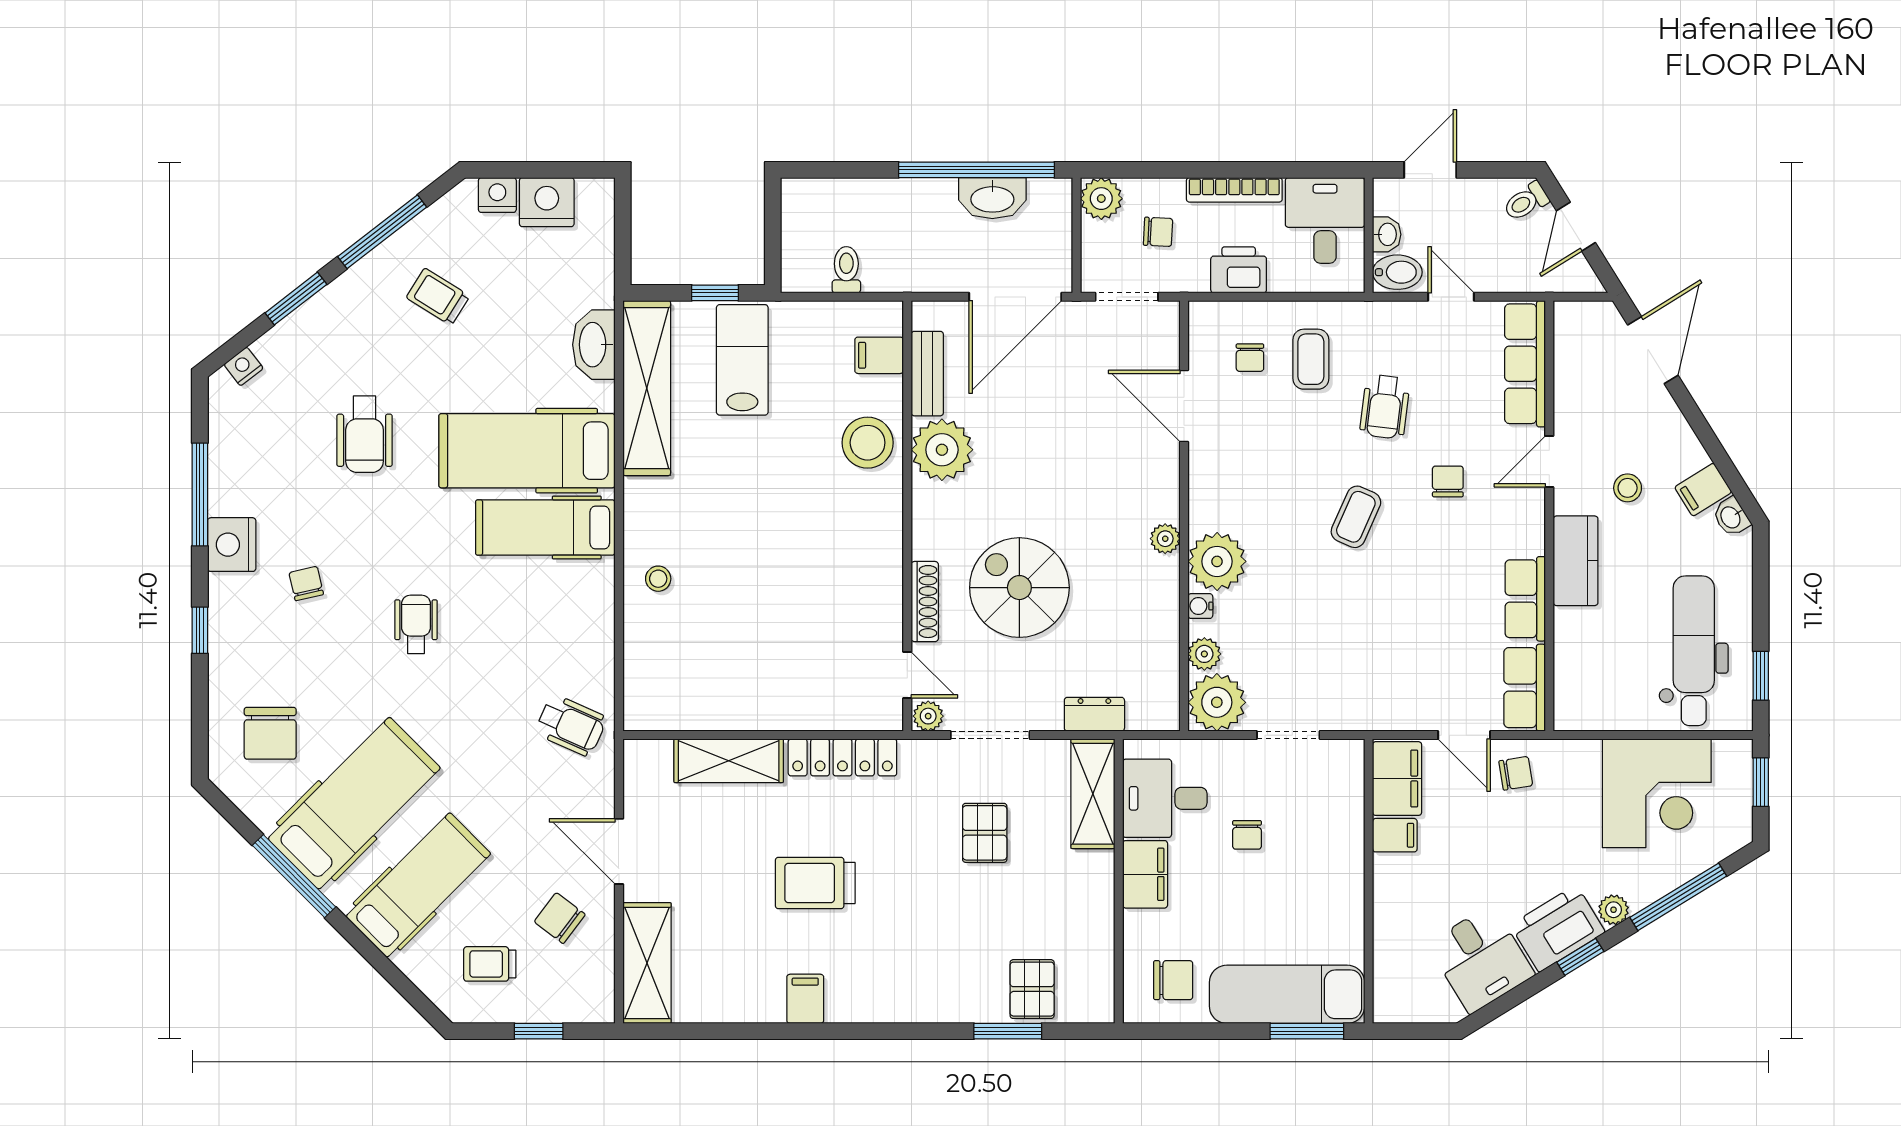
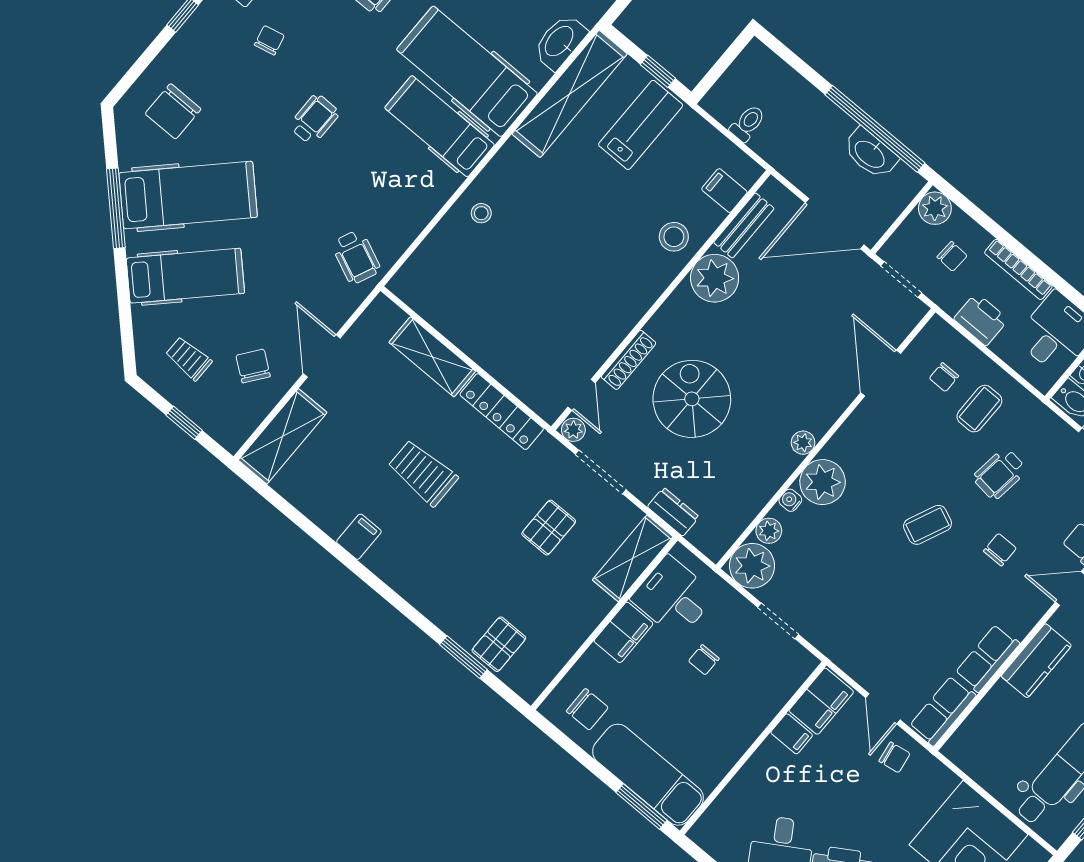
stool: (868, 443) -> (674, 237), width x0.73, depth x0.73

